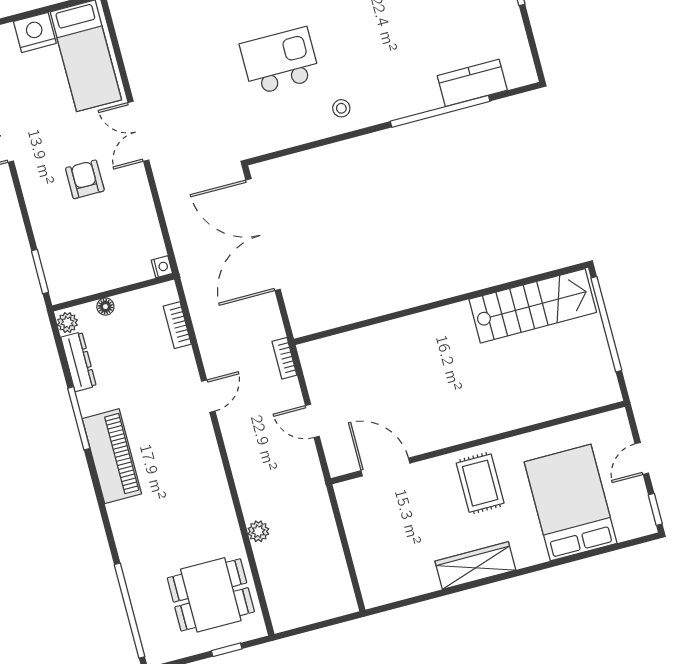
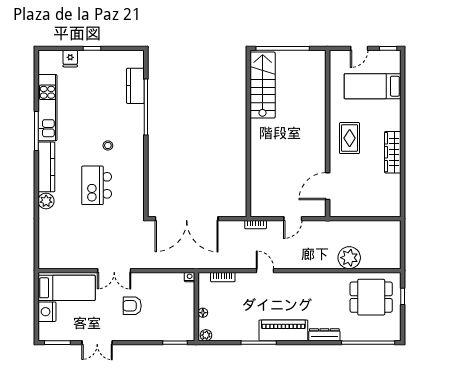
stool: (341, 108) -> (108, 145), moved
dresser: (78, 362) -> (324, 335), moved
door: (642, 458) -> (359, 48), hinge flipped
rug: (480, 483) -> (350, 138), turned 90
bed: (571, 503) -> (373, 86), width x0.67
plant: (258, 531) -> (349, 258), width x1.87, depth x1.87
dining table: (211, 595) -> (371, 297), turned 90

